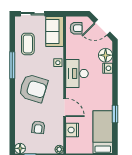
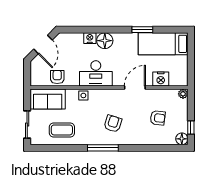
armchair: (76, 28) -> (57, 77), moved
floor lamp: (106, 55) -> (105, 41), moved
window: (12, 65) -> (103, 148), moved
armchair: (33, 88) -> (113, 124), width x0.53, depth x0.53

